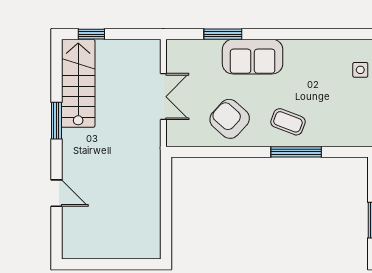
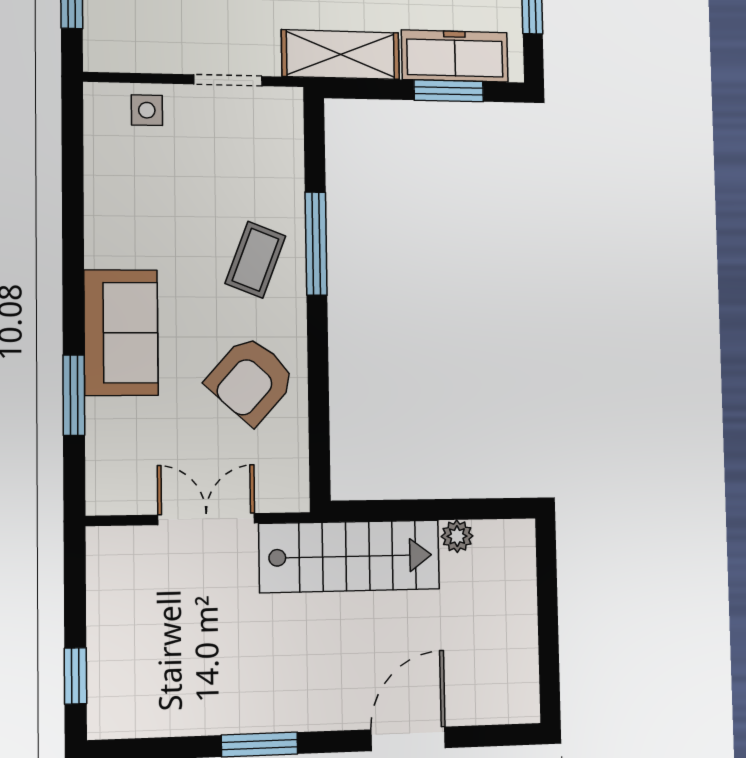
stairs: (78, 83) -> (349, 556), moved, turned 180
door: (56, 193) -> (408, 739), width x1.38
plant: (153, 219) -> (457, 536), added

